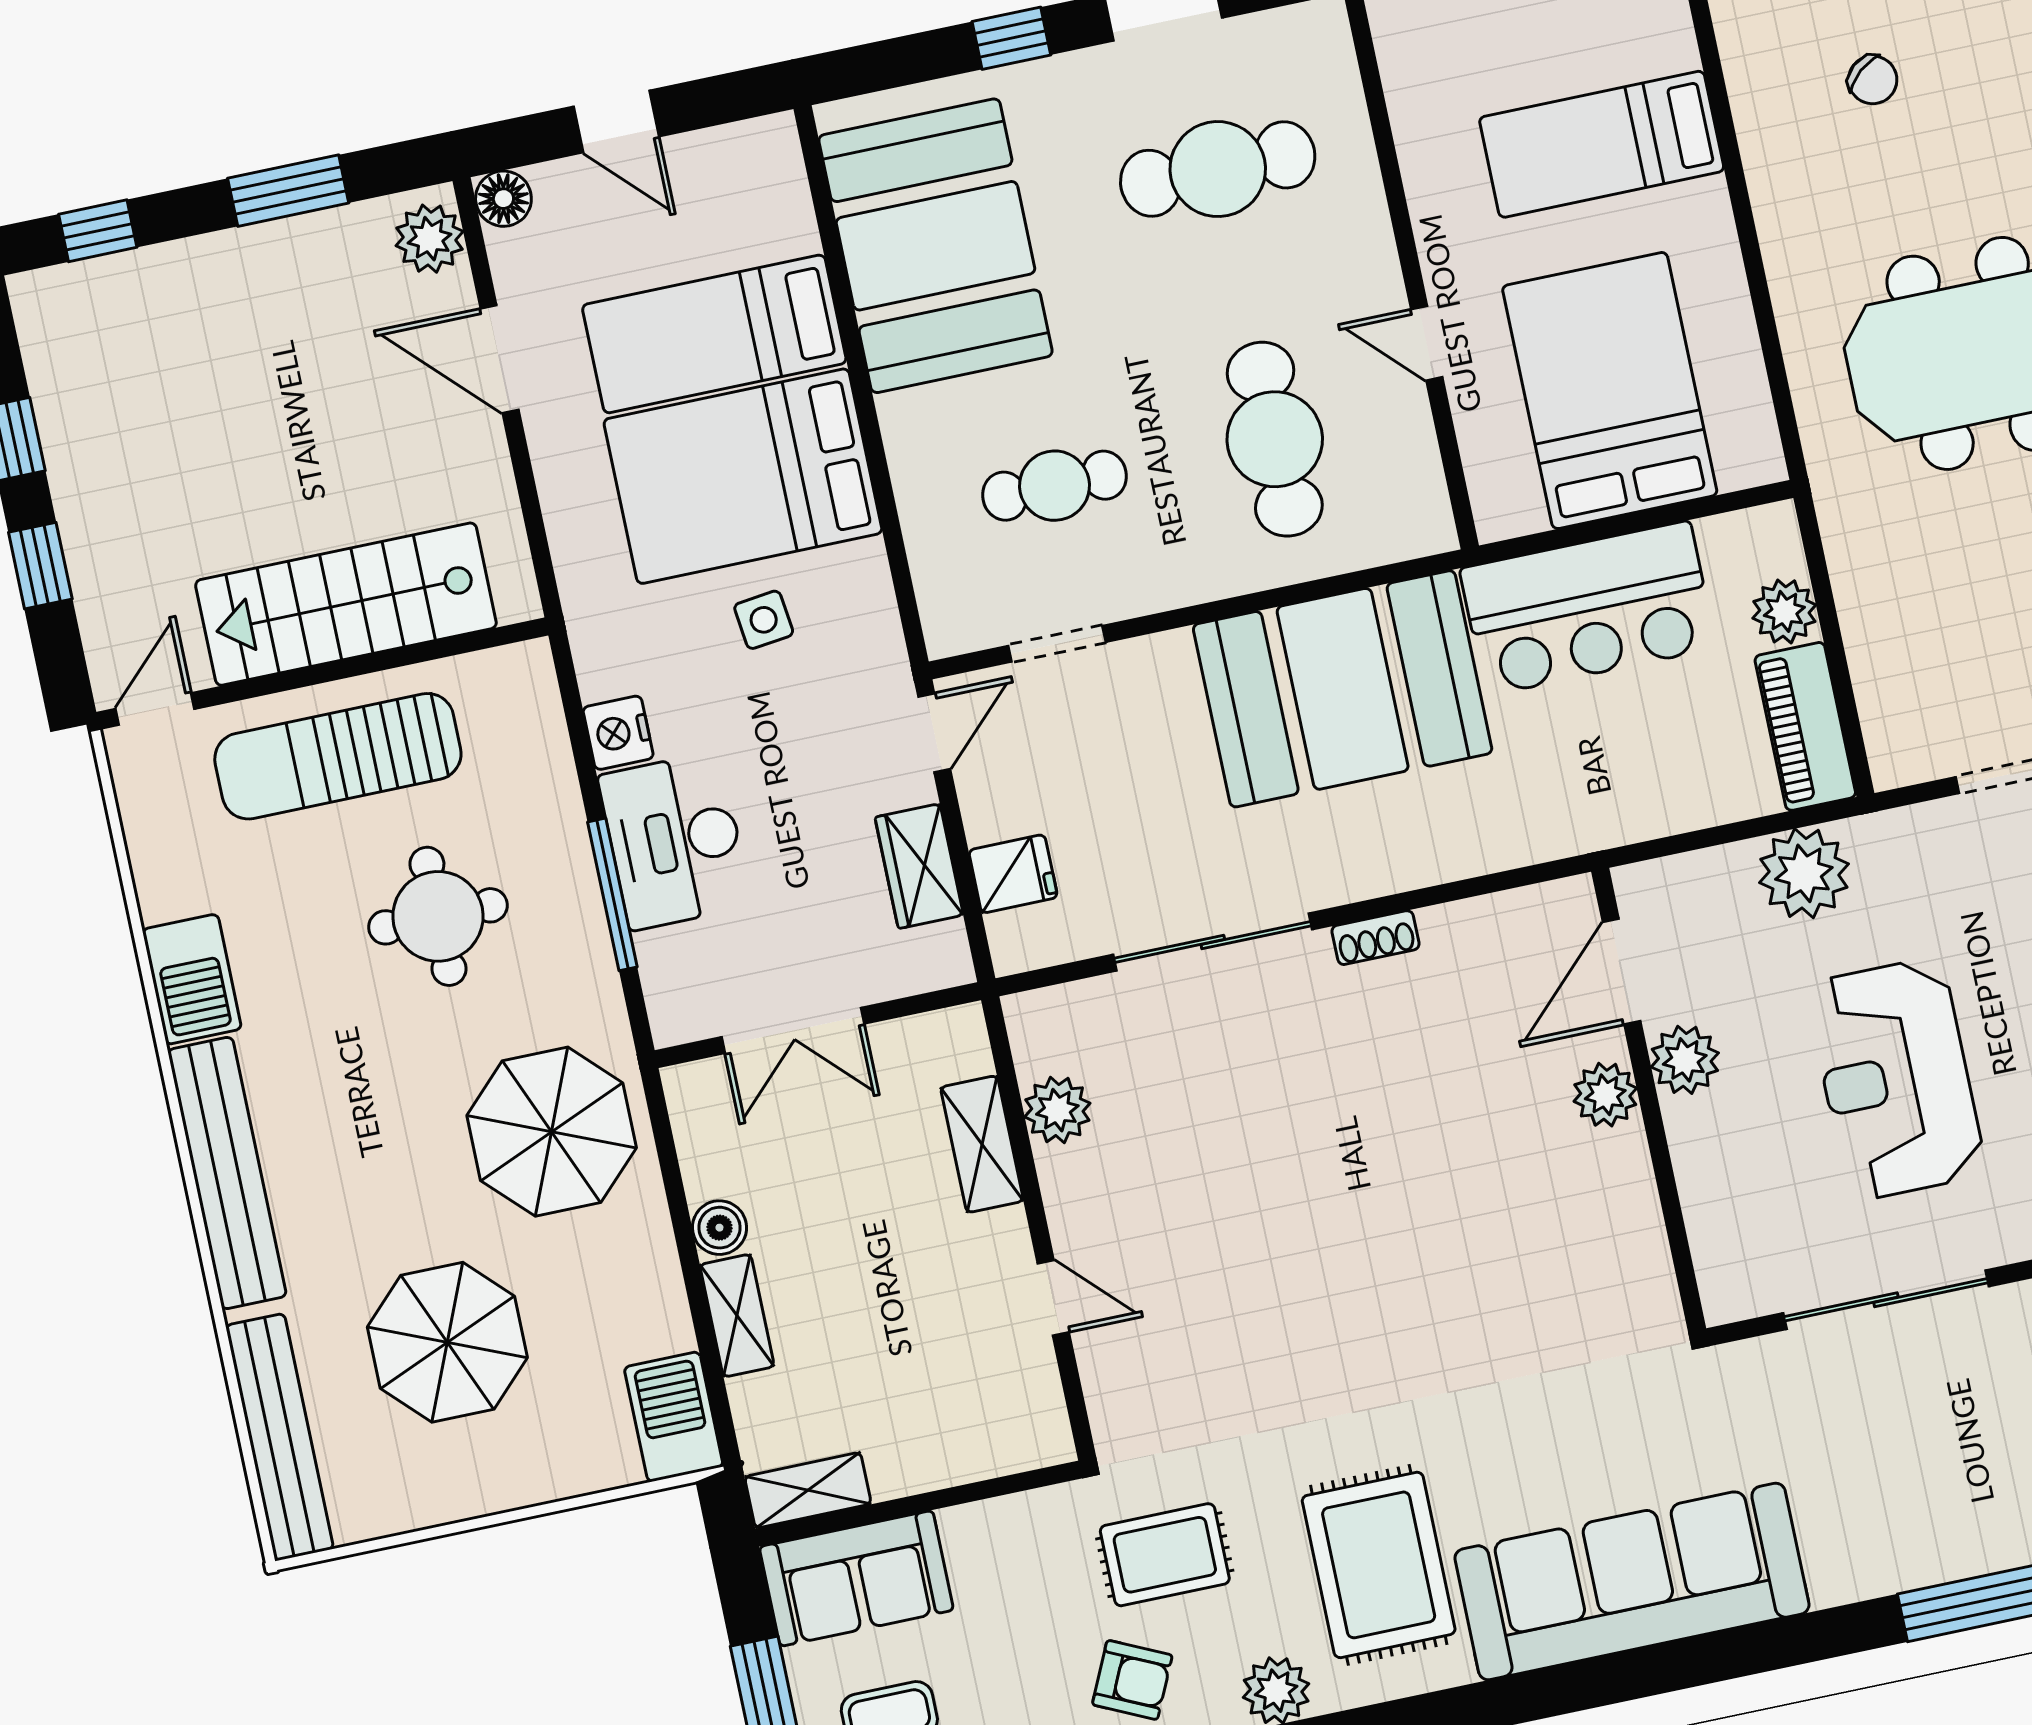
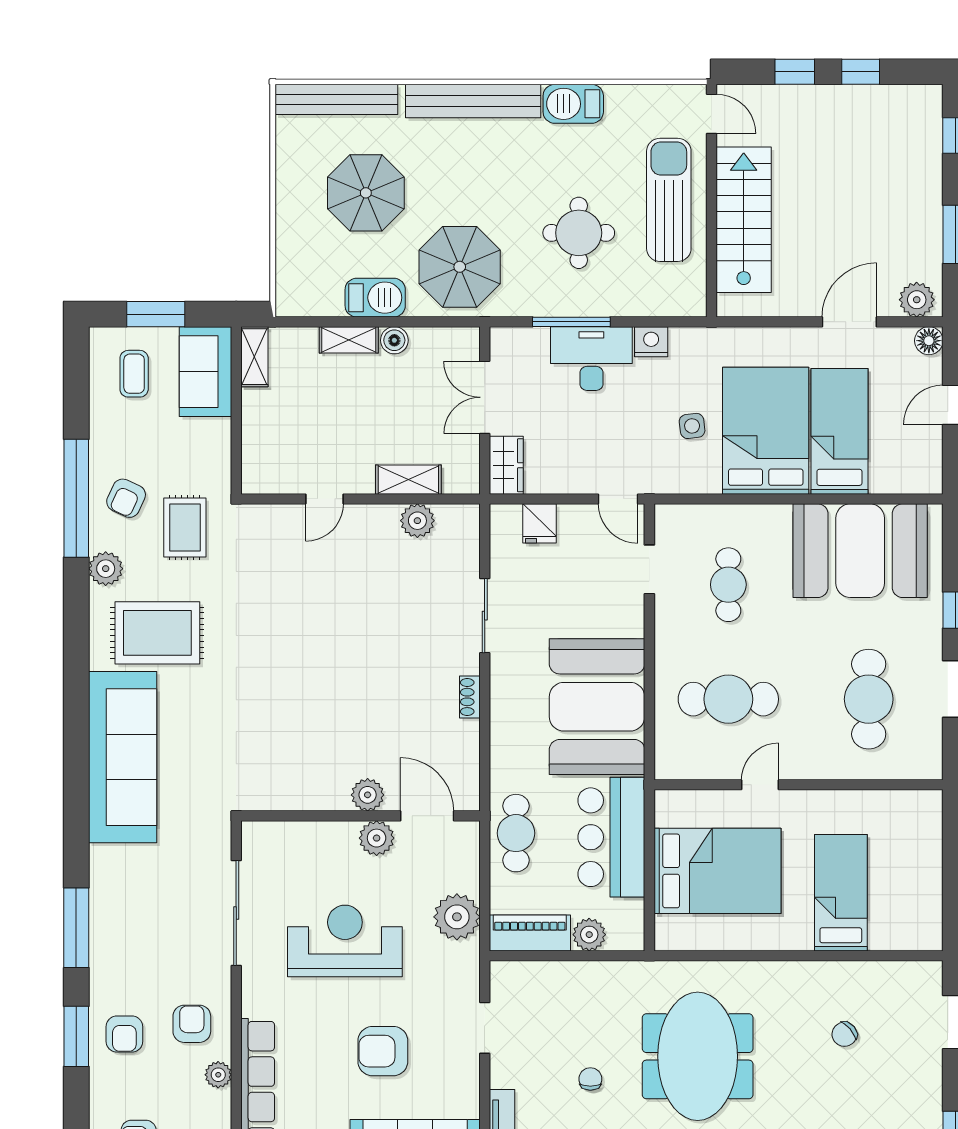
cafe table: (1619, 794) -> (516, 833), added
wardrobe: (919, 866) -> (506, 465), moved, turned 90
sliding door: (1213, 942) -> (485, 616), width x0.73
barbecue: (674, 1417) -> (375, 298), moved

